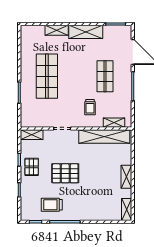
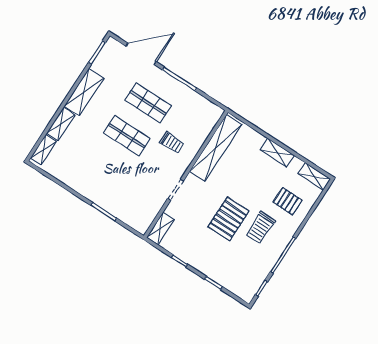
shop shelf: (47, 76) -> (127, 136), moved, width x0.70, depth x0.74
shelving: (114, 123) -> (43, 150), moved
pallet: (32, 167) -> (288, 201), moved
trolley: (52, 205) -> (261, 228), moved

